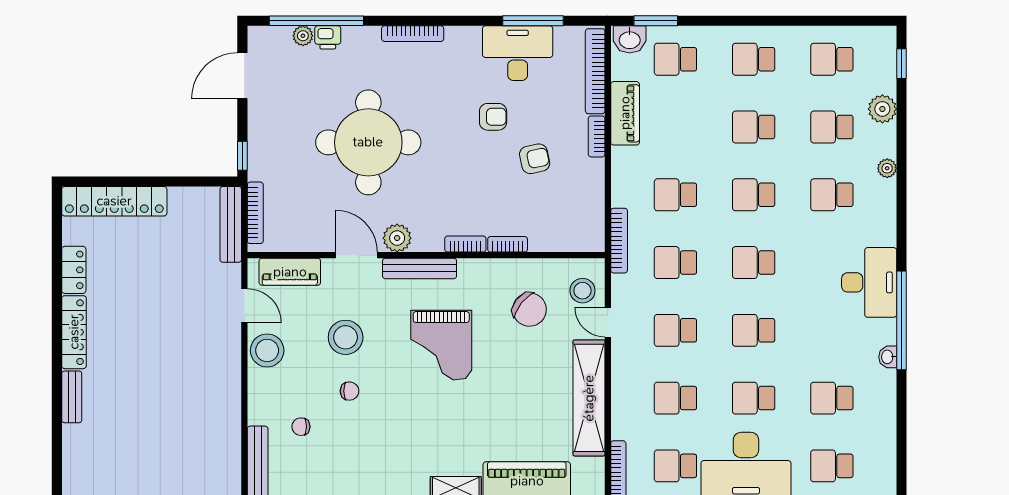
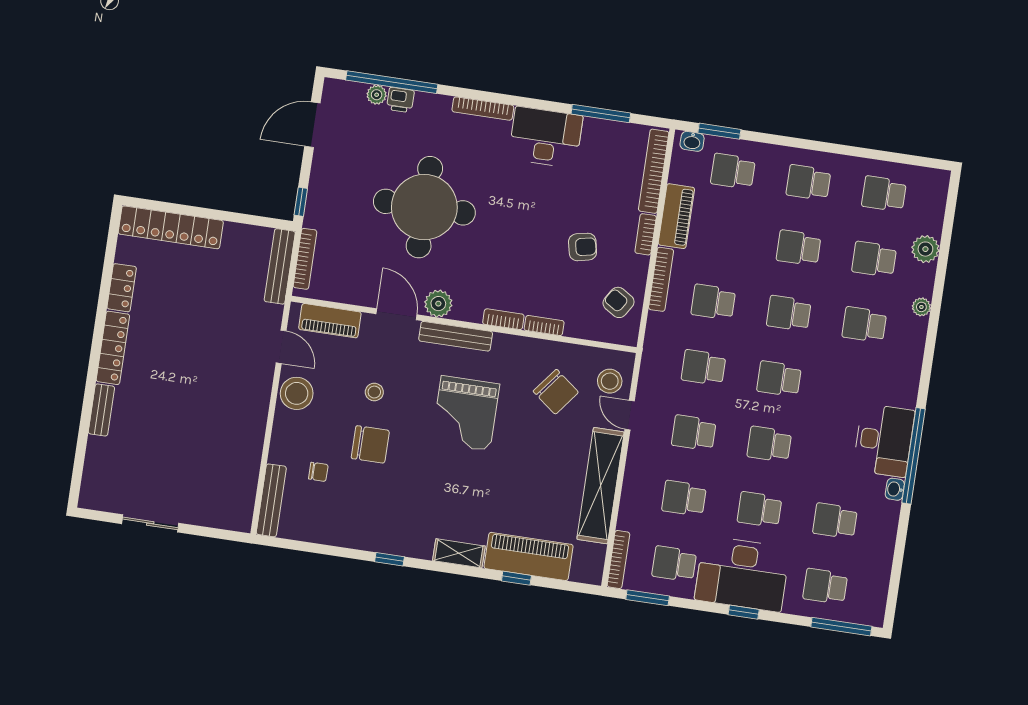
washbasin: (630, 39) -> (692, 141), width x0.72, depth x0.69
desk: (518, 53) -> (546, 137), moved
window: (902, 64) -> (950, 208), removed
armchair: (493, 117) -> (619, 302), moved, turned -148
bookcase: (619, 241) -> (661, 279), moved
desk: (869, 282) -> (884, 440), moved
stool: (346, 337) -> (374, 392), width x0.53, depth x0.53
chair: (350, 391) -> (370, 444), width x1.87, depth x1.87
chair: (301, 427) -> (318, 472), turned 180

